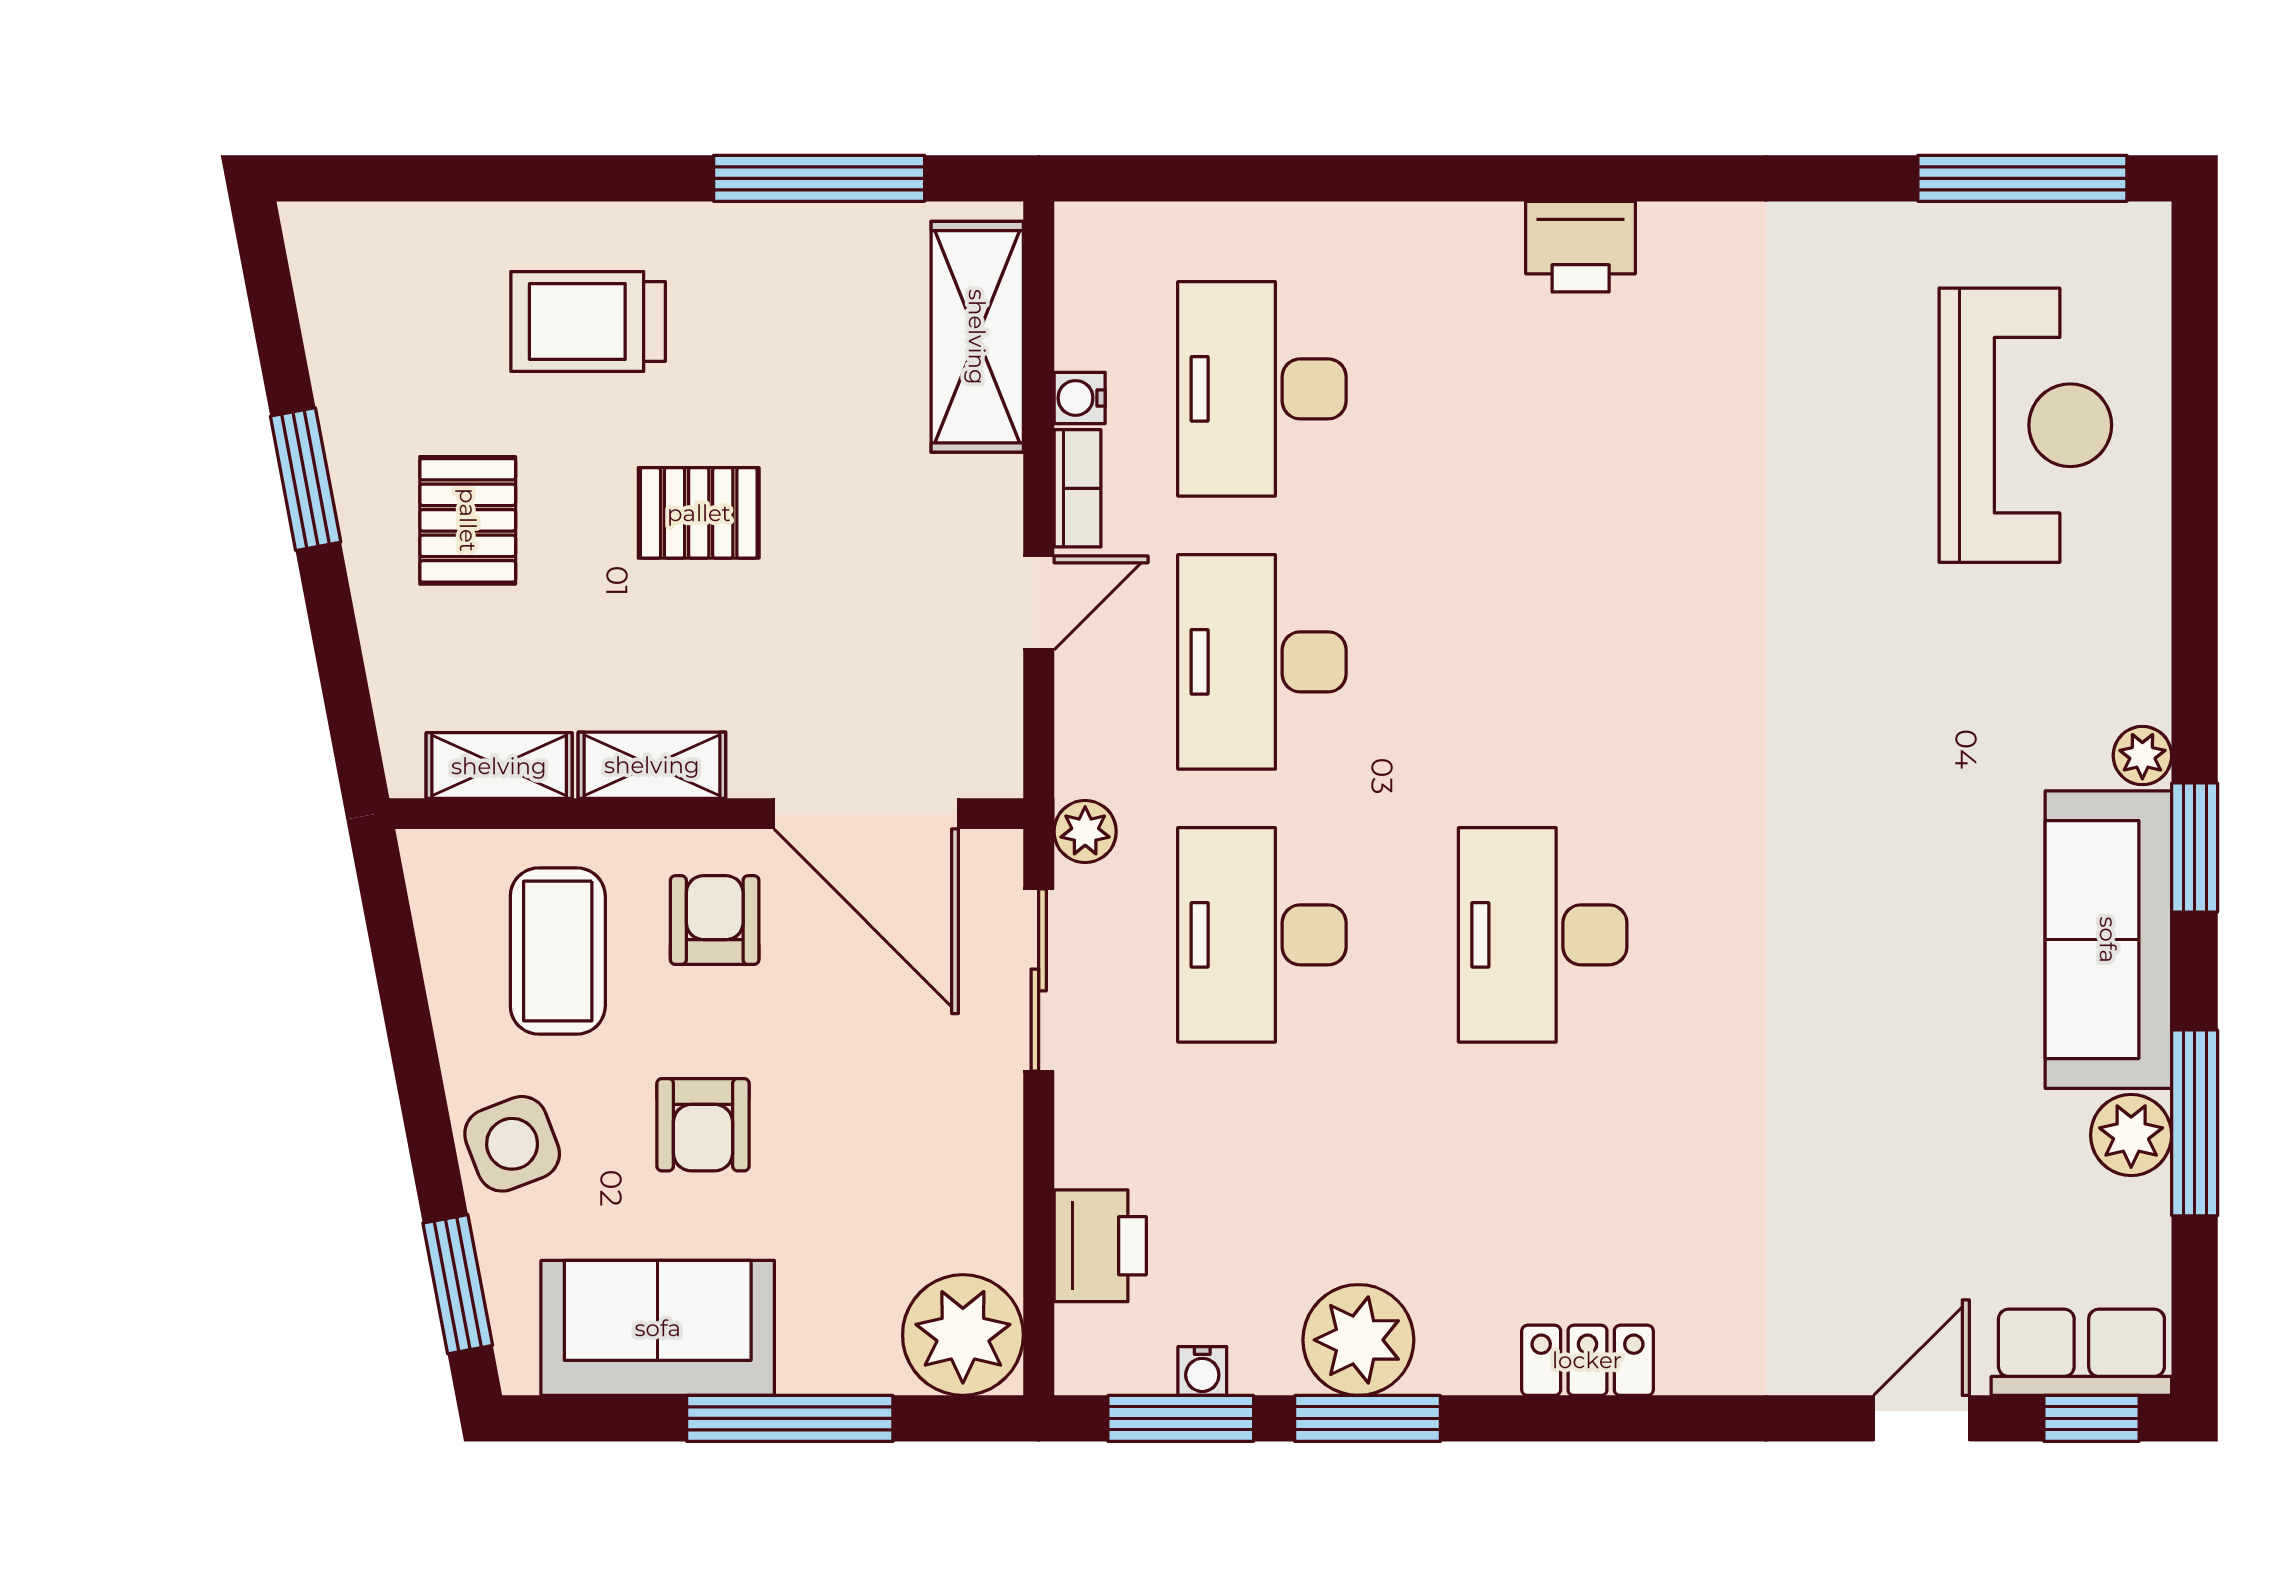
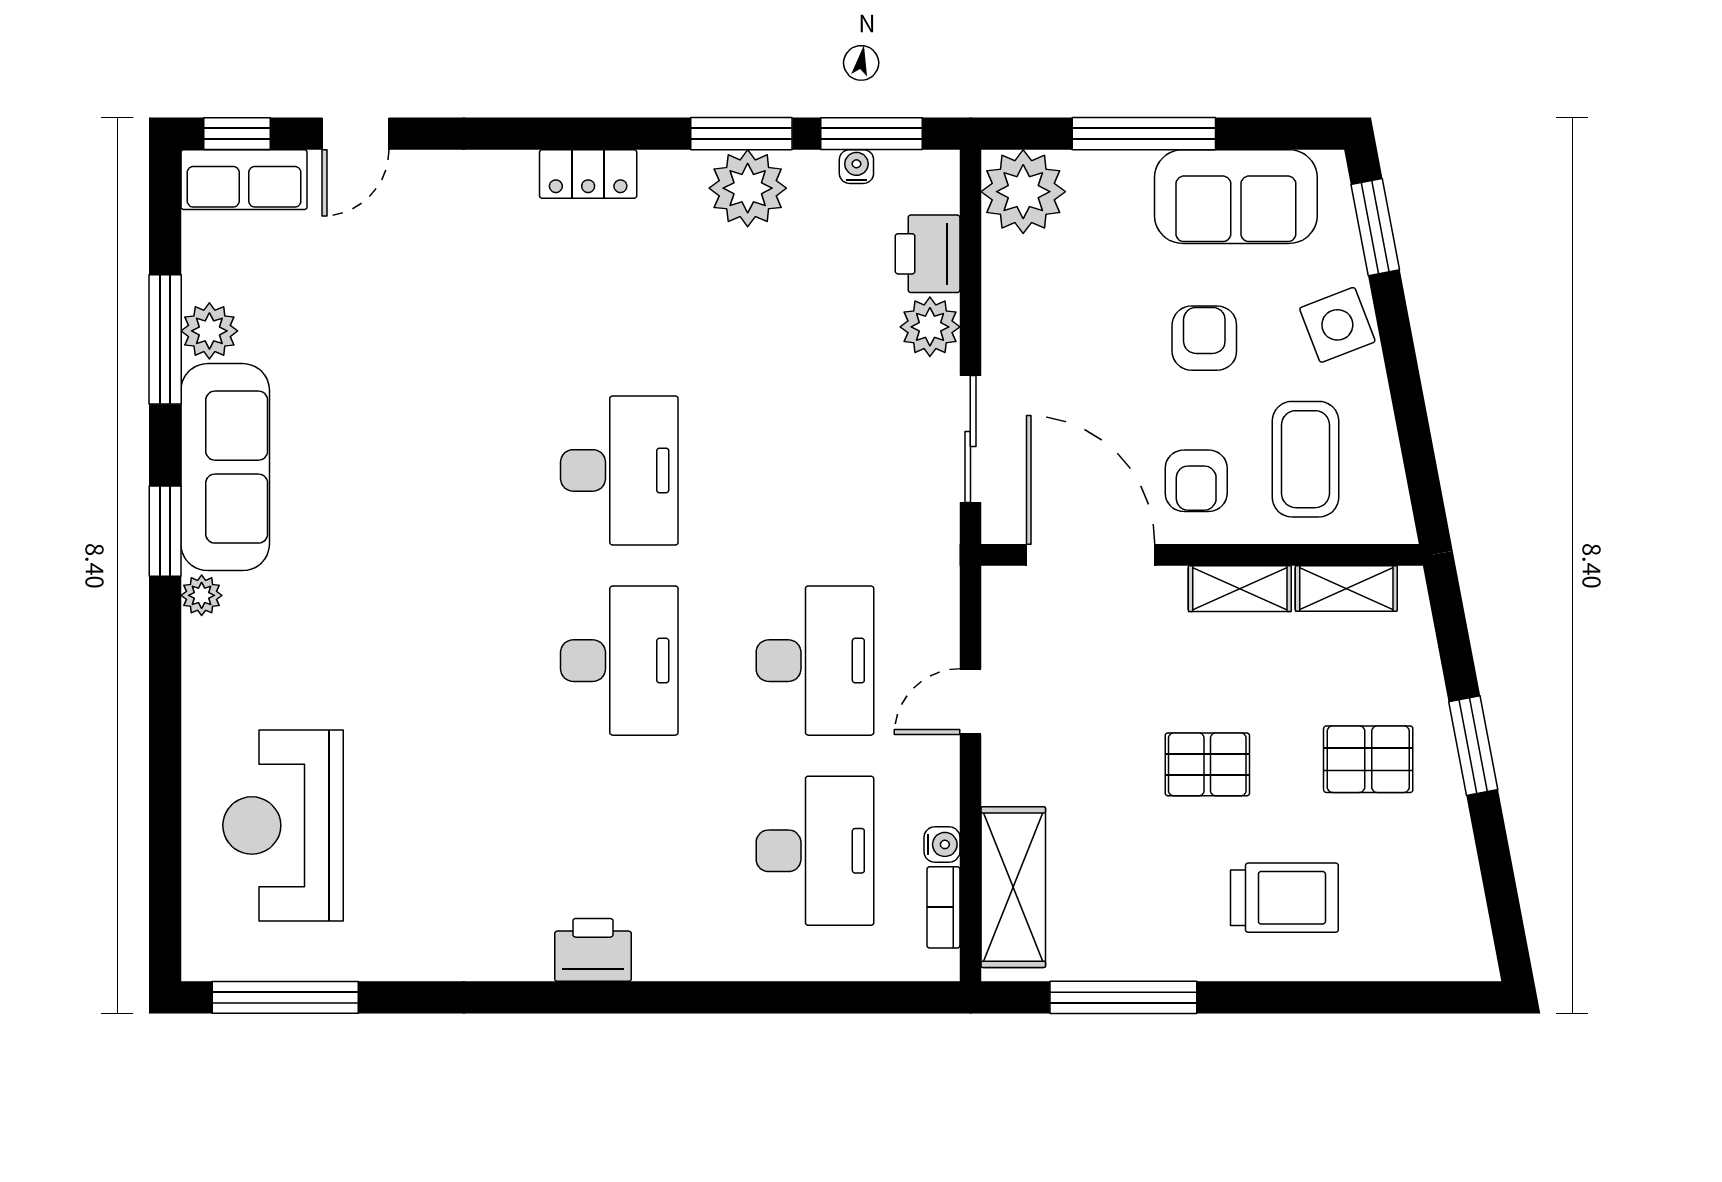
window: (306, 479) -> (1473, 746), moved
bookcase: (1077, 488) -> (943, 907), moved
pallet: (468, 520) -> (1368, 759), turned 90
plant: (1085, 831) -> (930, 327), moved, width x1.38, depth x1.38
desk: (1262, 935) -> (619, 661), moved

